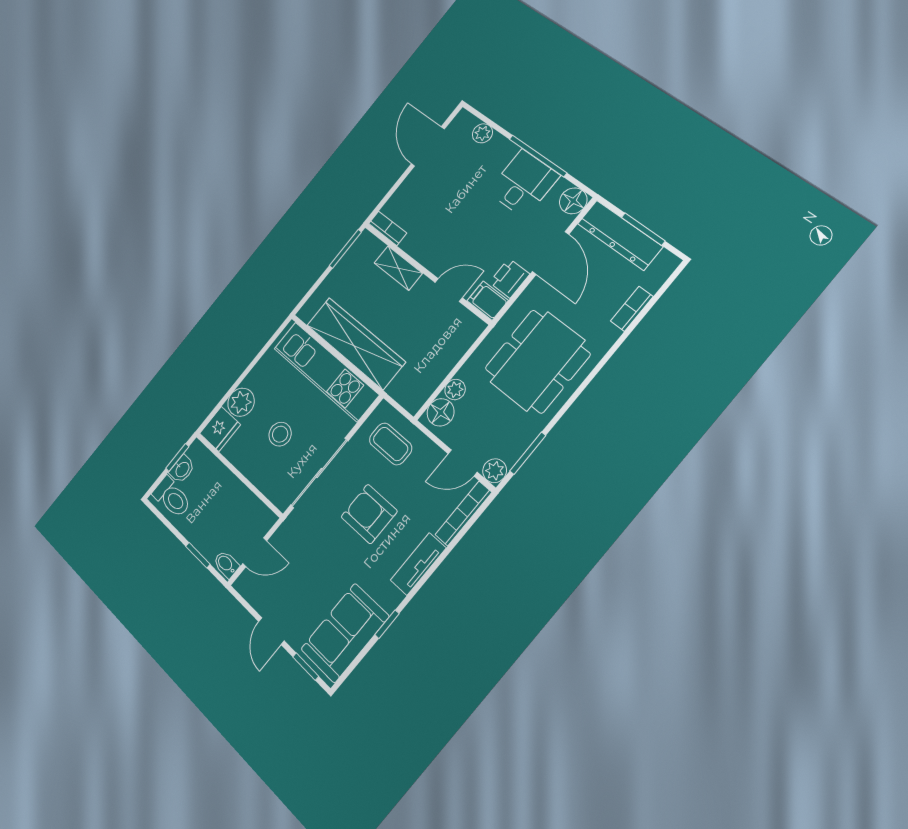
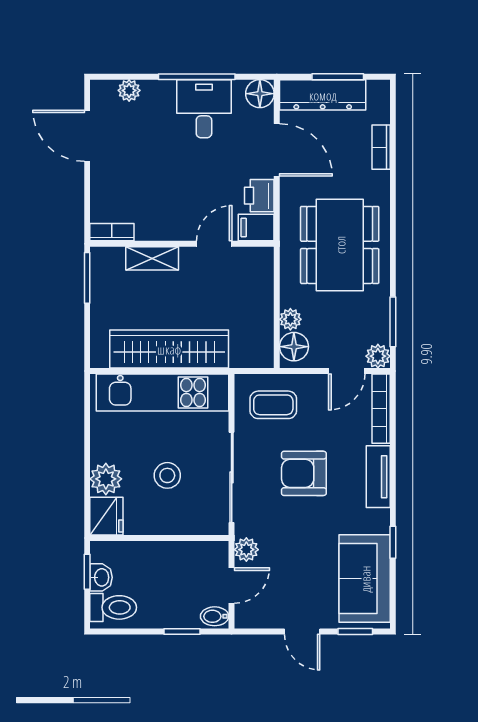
plant: (285, 535) -> (246, 550), added

